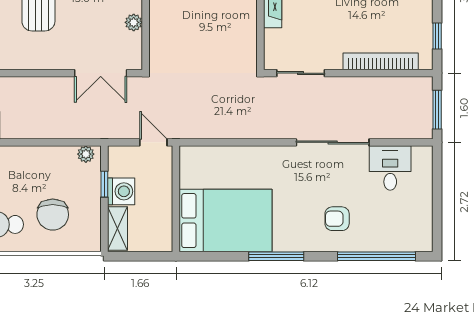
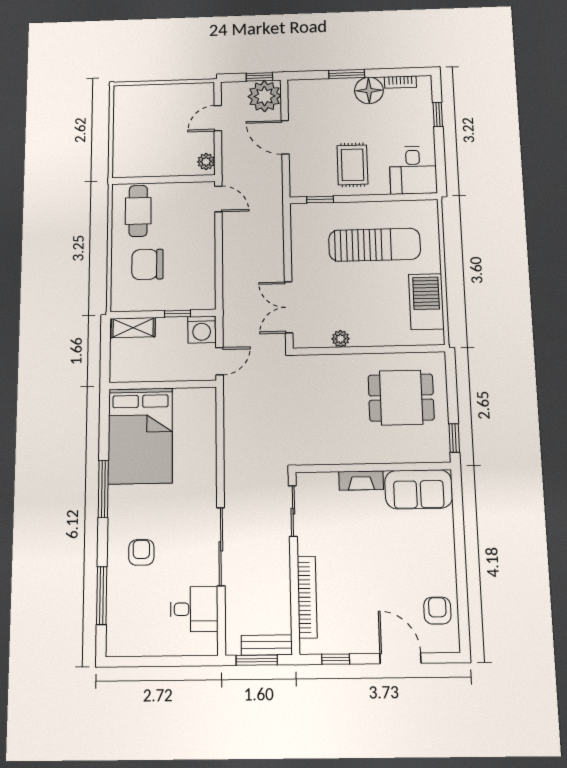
bench: (424, 100) -> (267, 645), added
plant: (86, 154) -> (207, 295), removed
washing machine: (121, 191) -> (202, 330), moved
window: (377, 256) -> (102, 596), width x0.68

